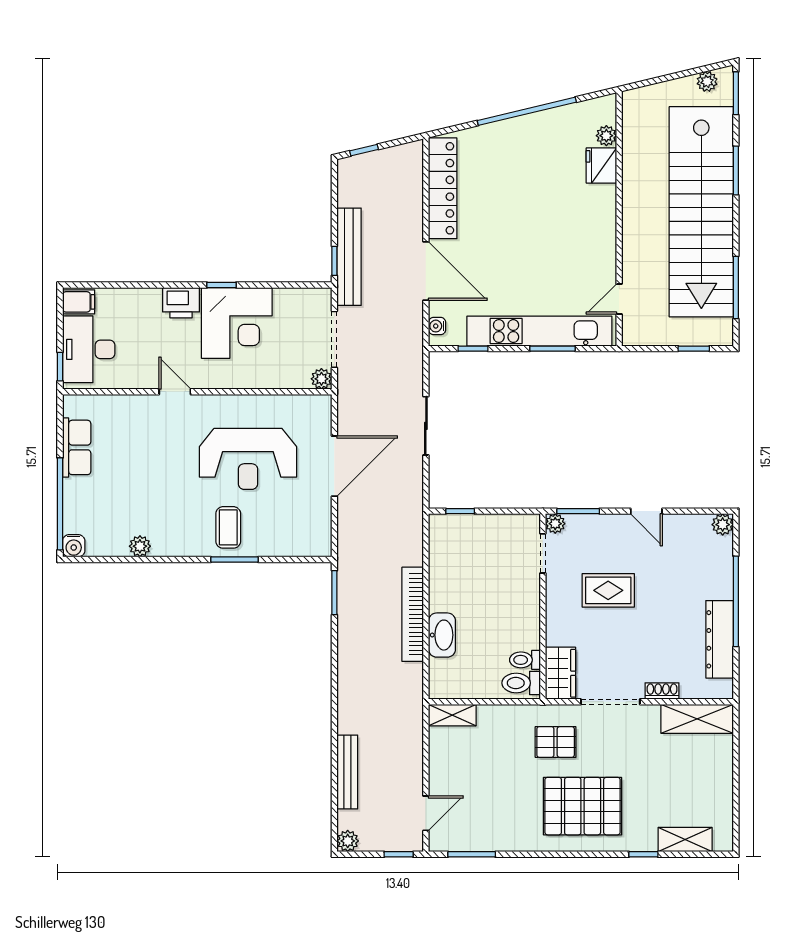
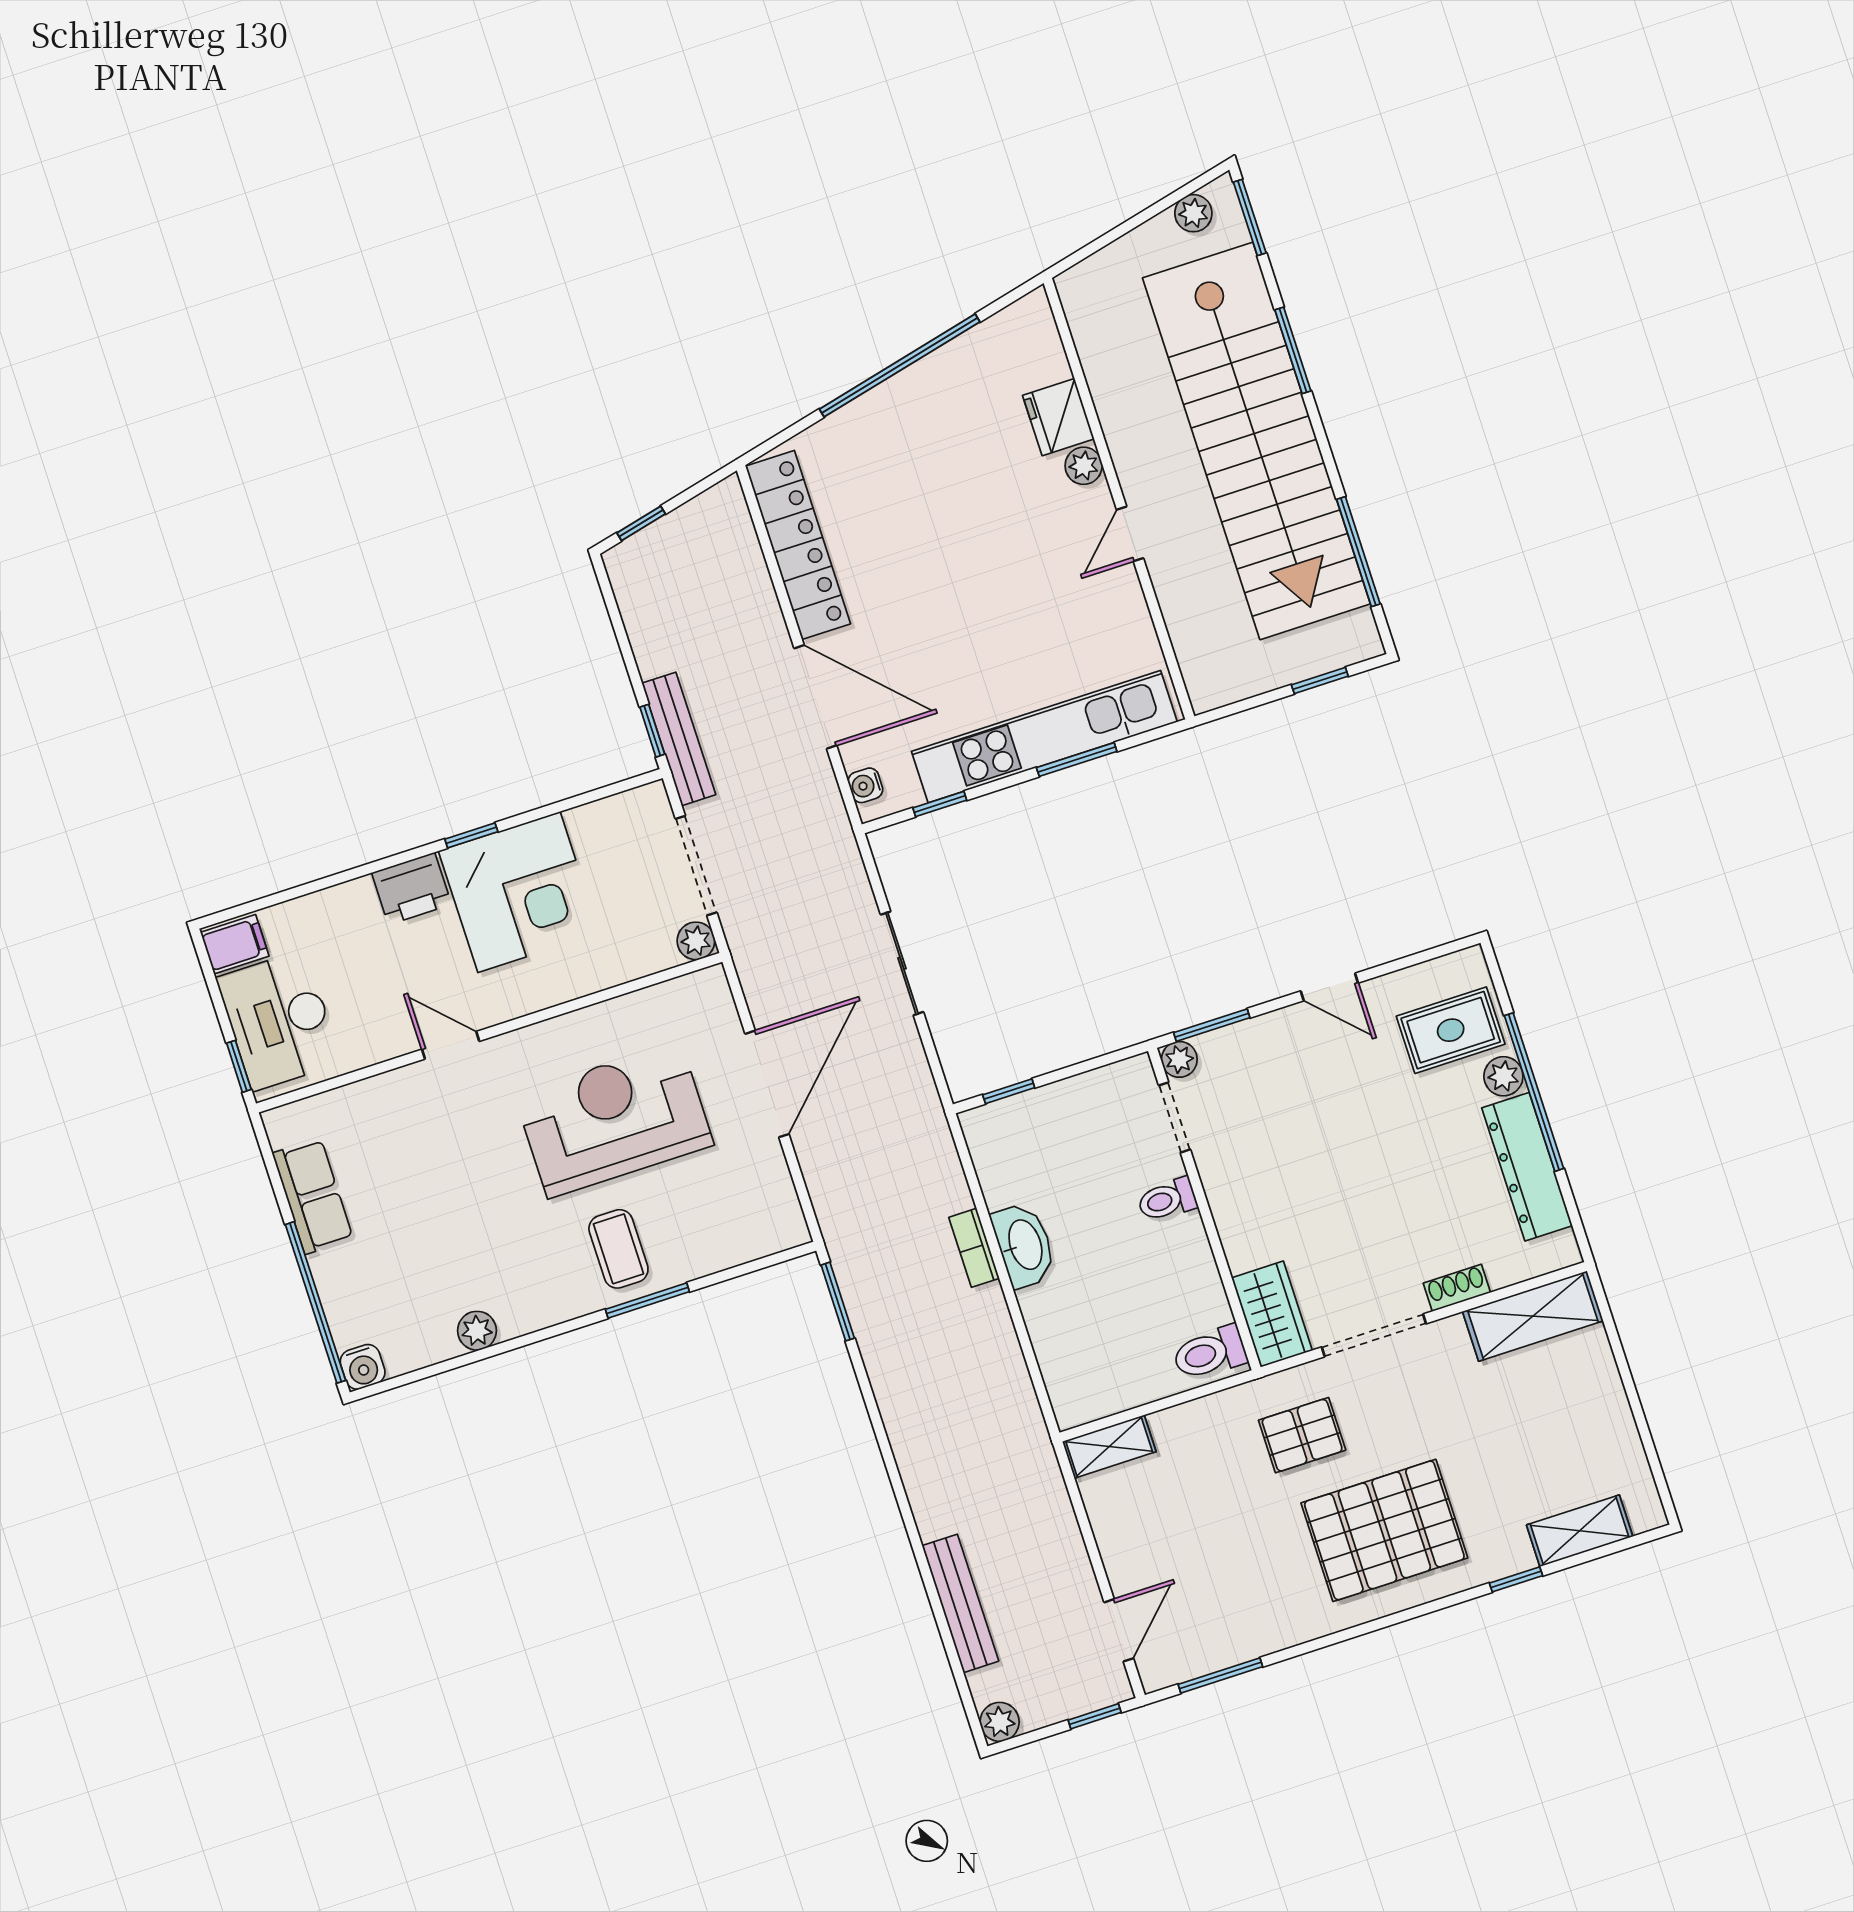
plant: (606, 136) -> (1084, 466), moved
bench: (349, 257) -> (679, 739), width x0.73, depth x0.82
door: (619, 299) -> (1130, 534), moved
reception desk: (248, 459) -> (614, 1120), turned 180
plant: (723, 525) -> (1503, 1076), moved
rug: (608, 590) -> (1451, 1030), moved
bookcase: (413, 614) -> (974, 1248), width x0.43, depth x0.76
washbasin: (442, 635) -> (1024, 1245), moved
toilet: (525, 660) -> (1167, 1200), moved

